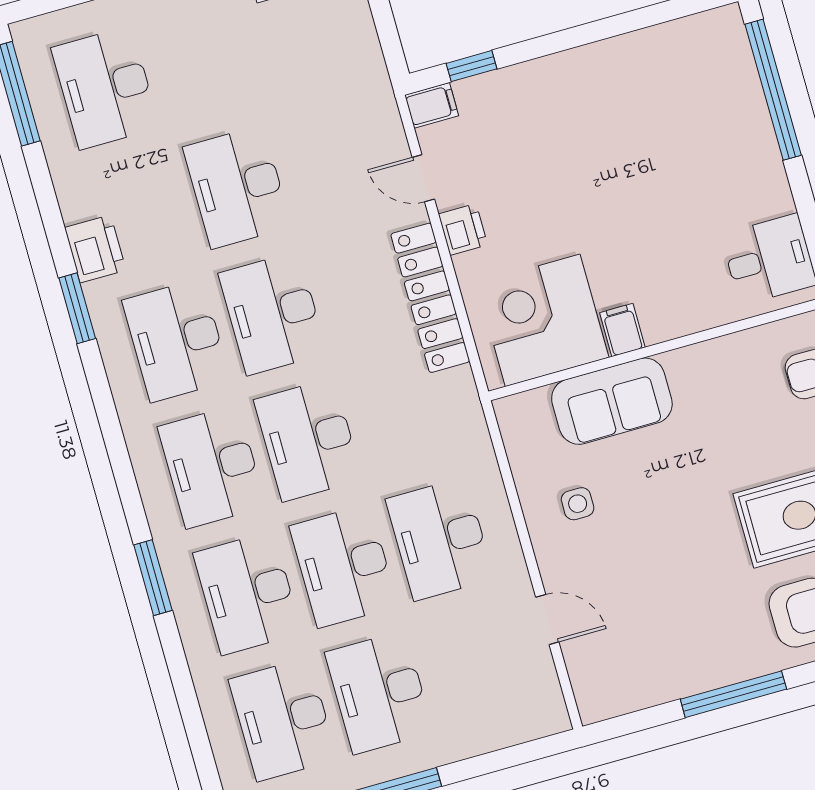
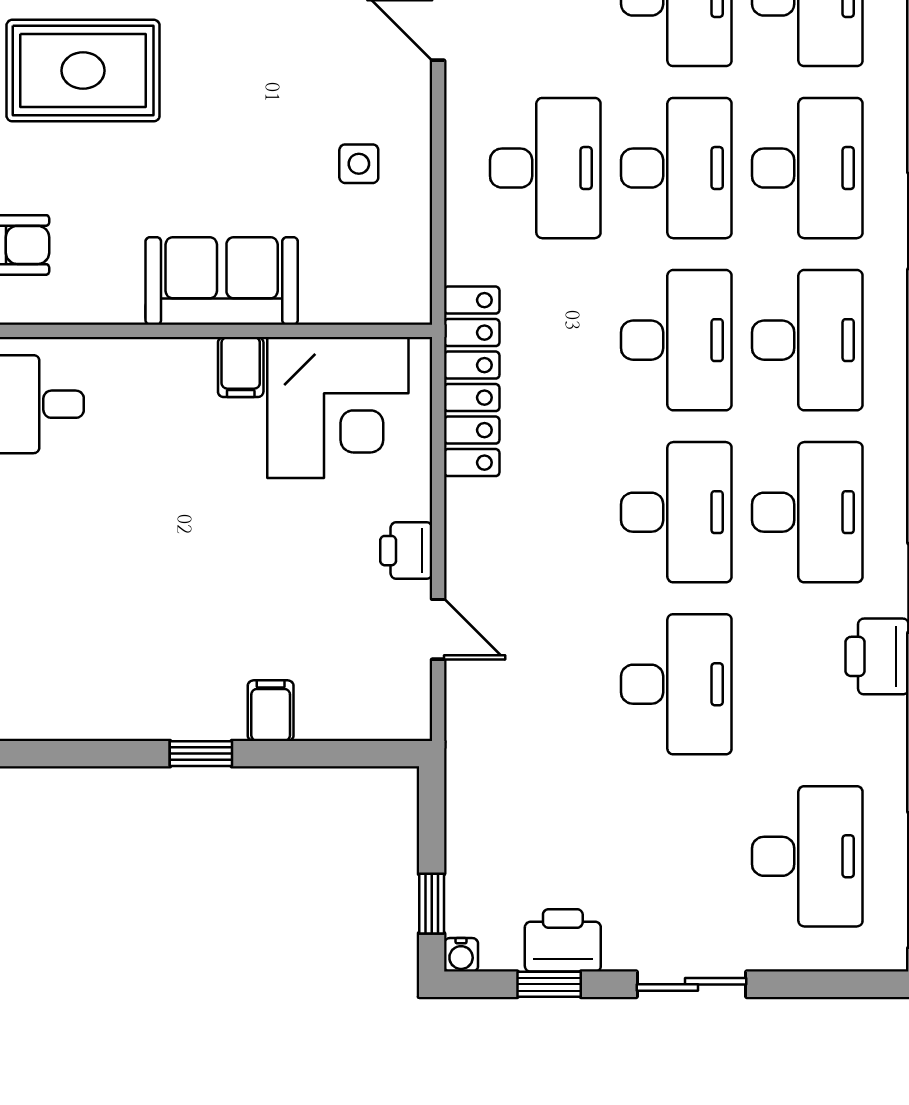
window: (472, 66) -> (201, 754), moved
filing cabinet: (432, 105) -> (271, 711), moved, turned 90
locker: (430, 298) -> (472, 381), moved
sofa: (612, 401) -> (222, 281), moved

